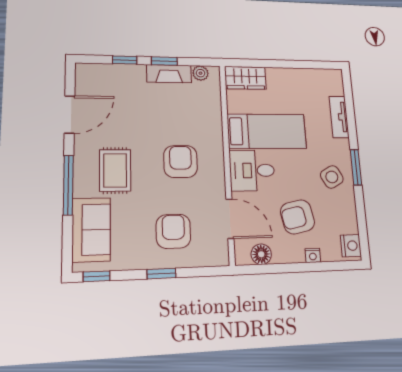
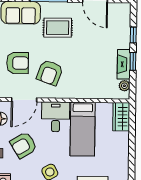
armchair: (180, 162) -> (50, 73), moved, turned 110
armchair: (297, 217) -> (24, 145), turned -109

